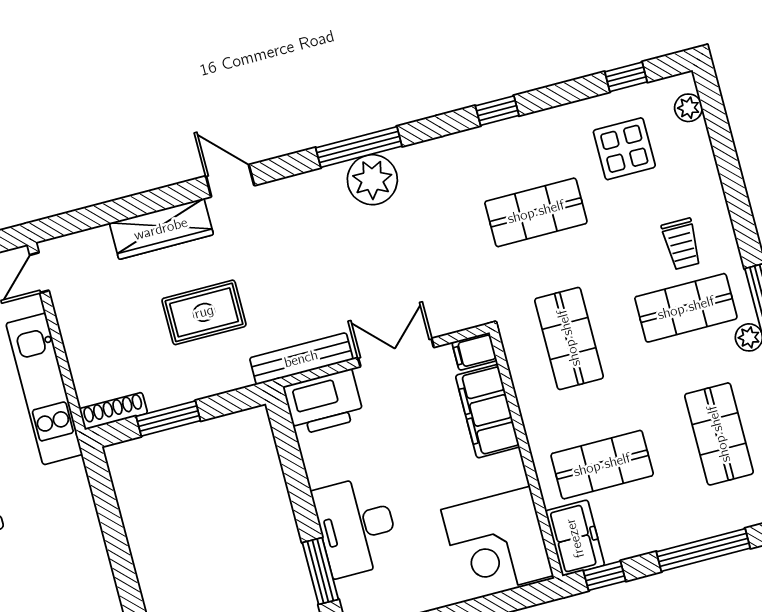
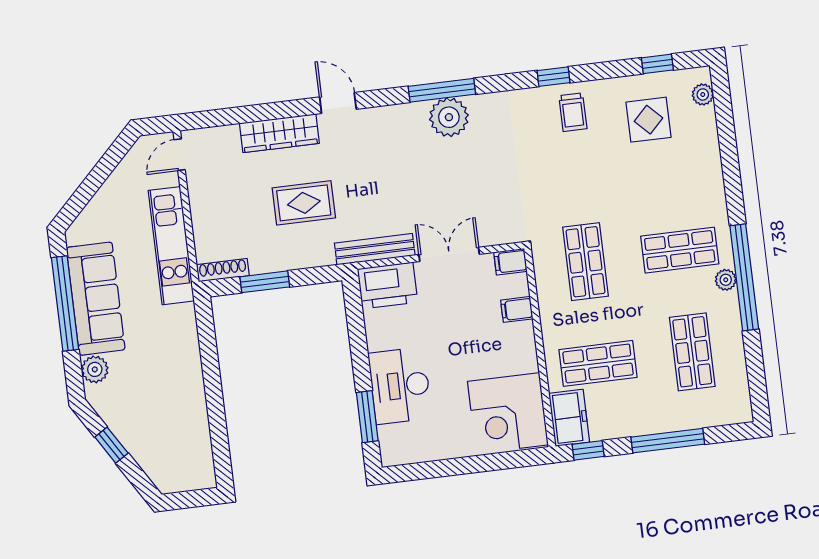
shop shelf: (536, 212) -> (573, 160), removed
trolley: (681, 244) -> (573, 112), moved
filing cabinet: (488, 411) -> (517, 309), width x0.33, depth x0.86

